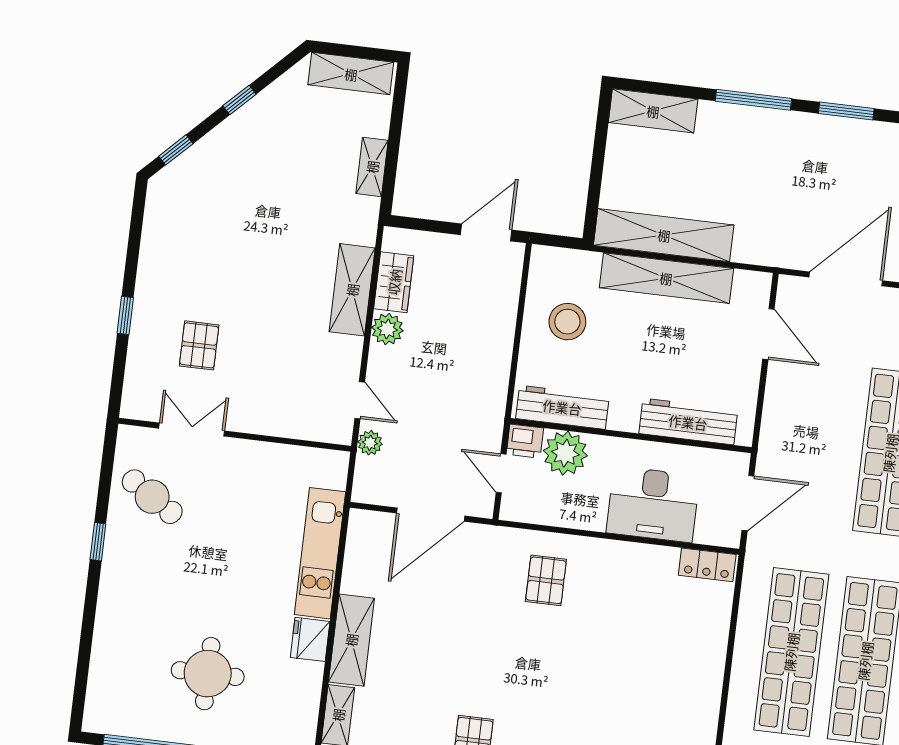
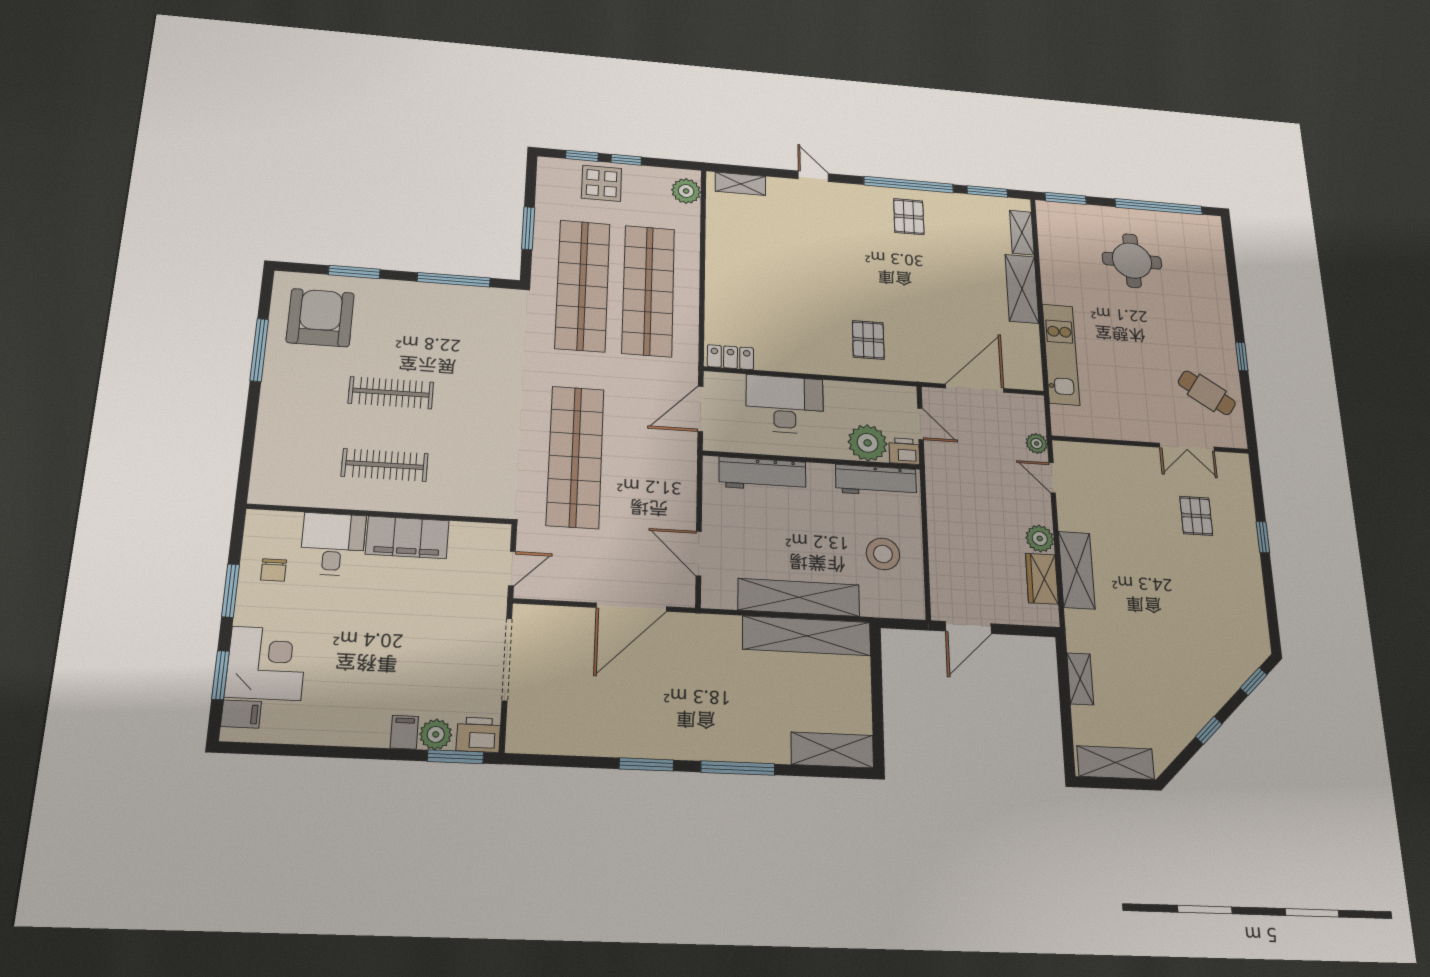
fridge: (310, 639) -> (1056, 288), removed

